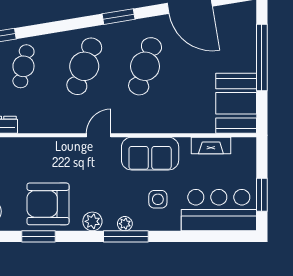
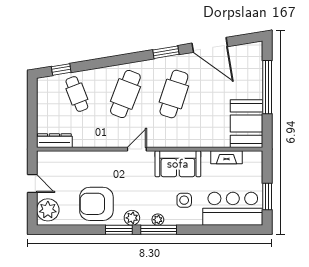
window: (119, 17) -> (166, 52), moved
cafe table: (23, 66) -> (77, 94), turned -33
window: (38, 236) -> (119, 230), moved

